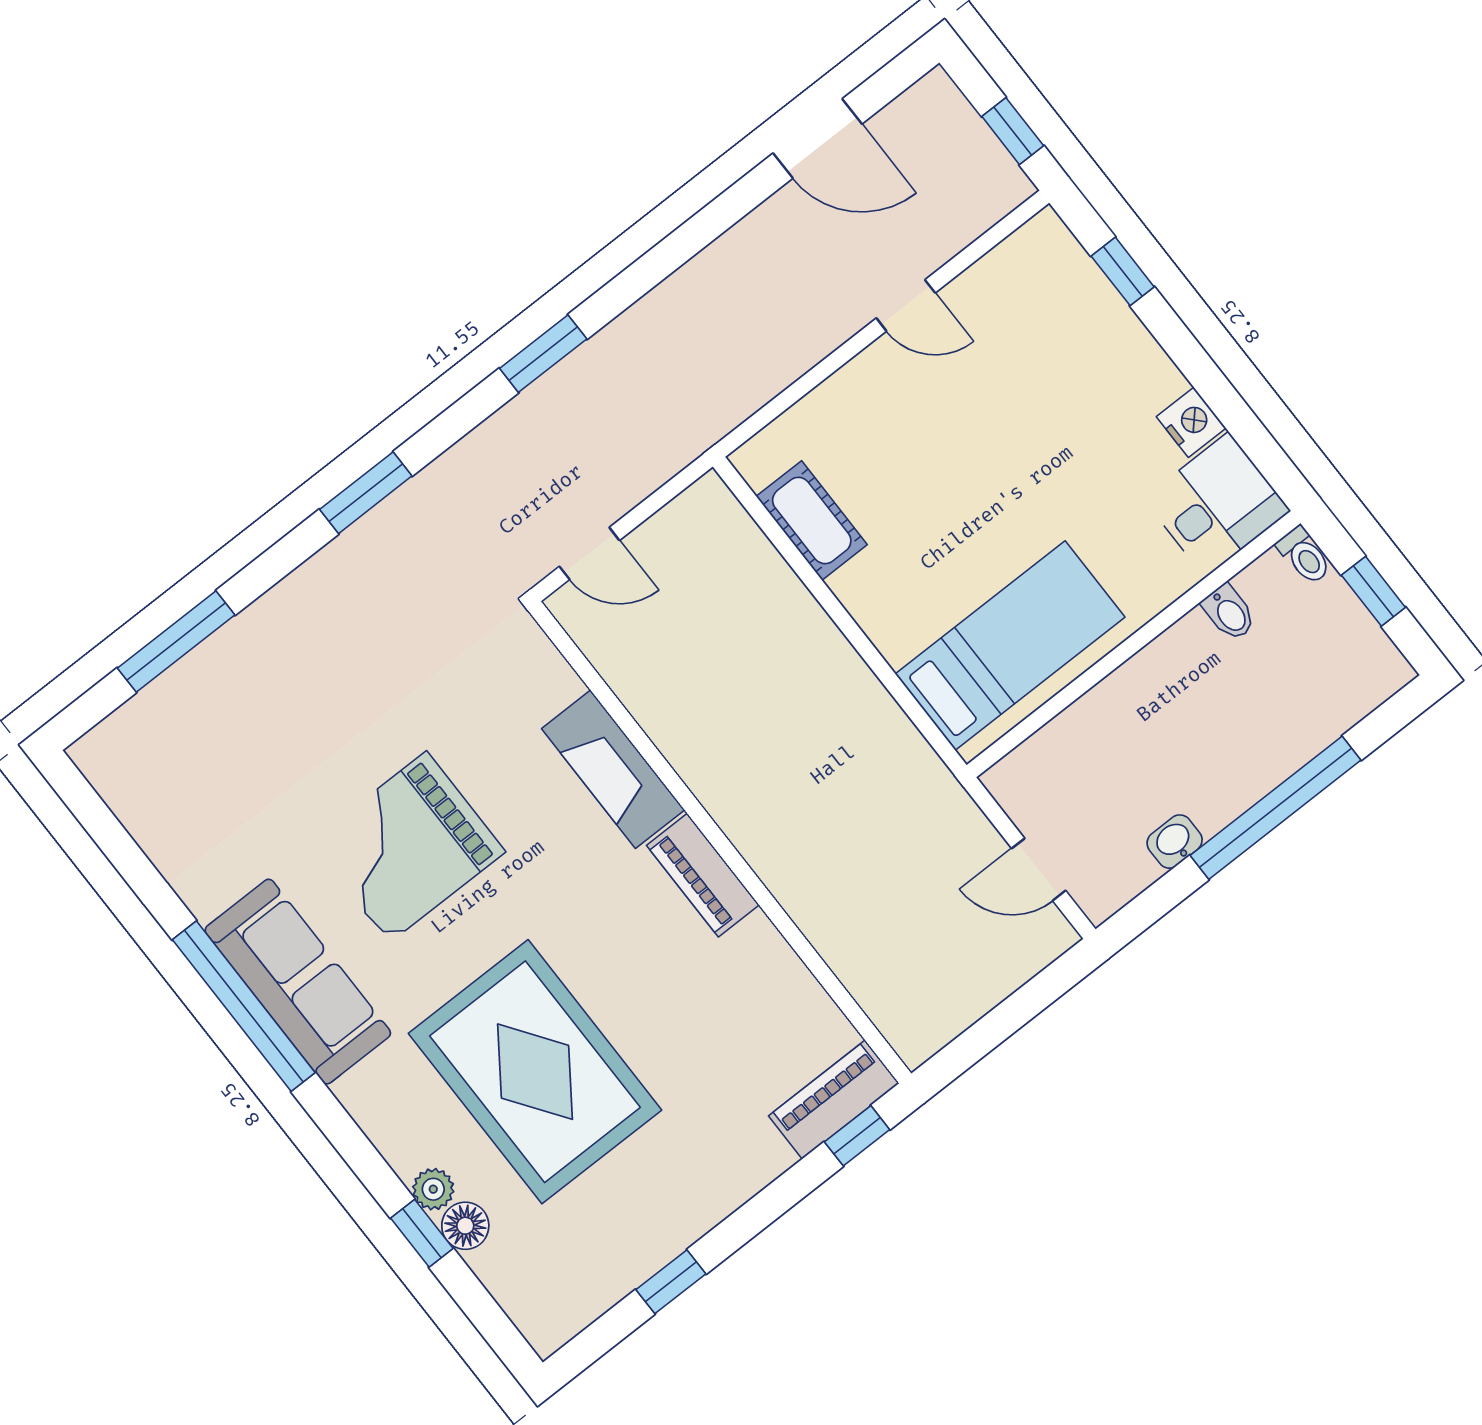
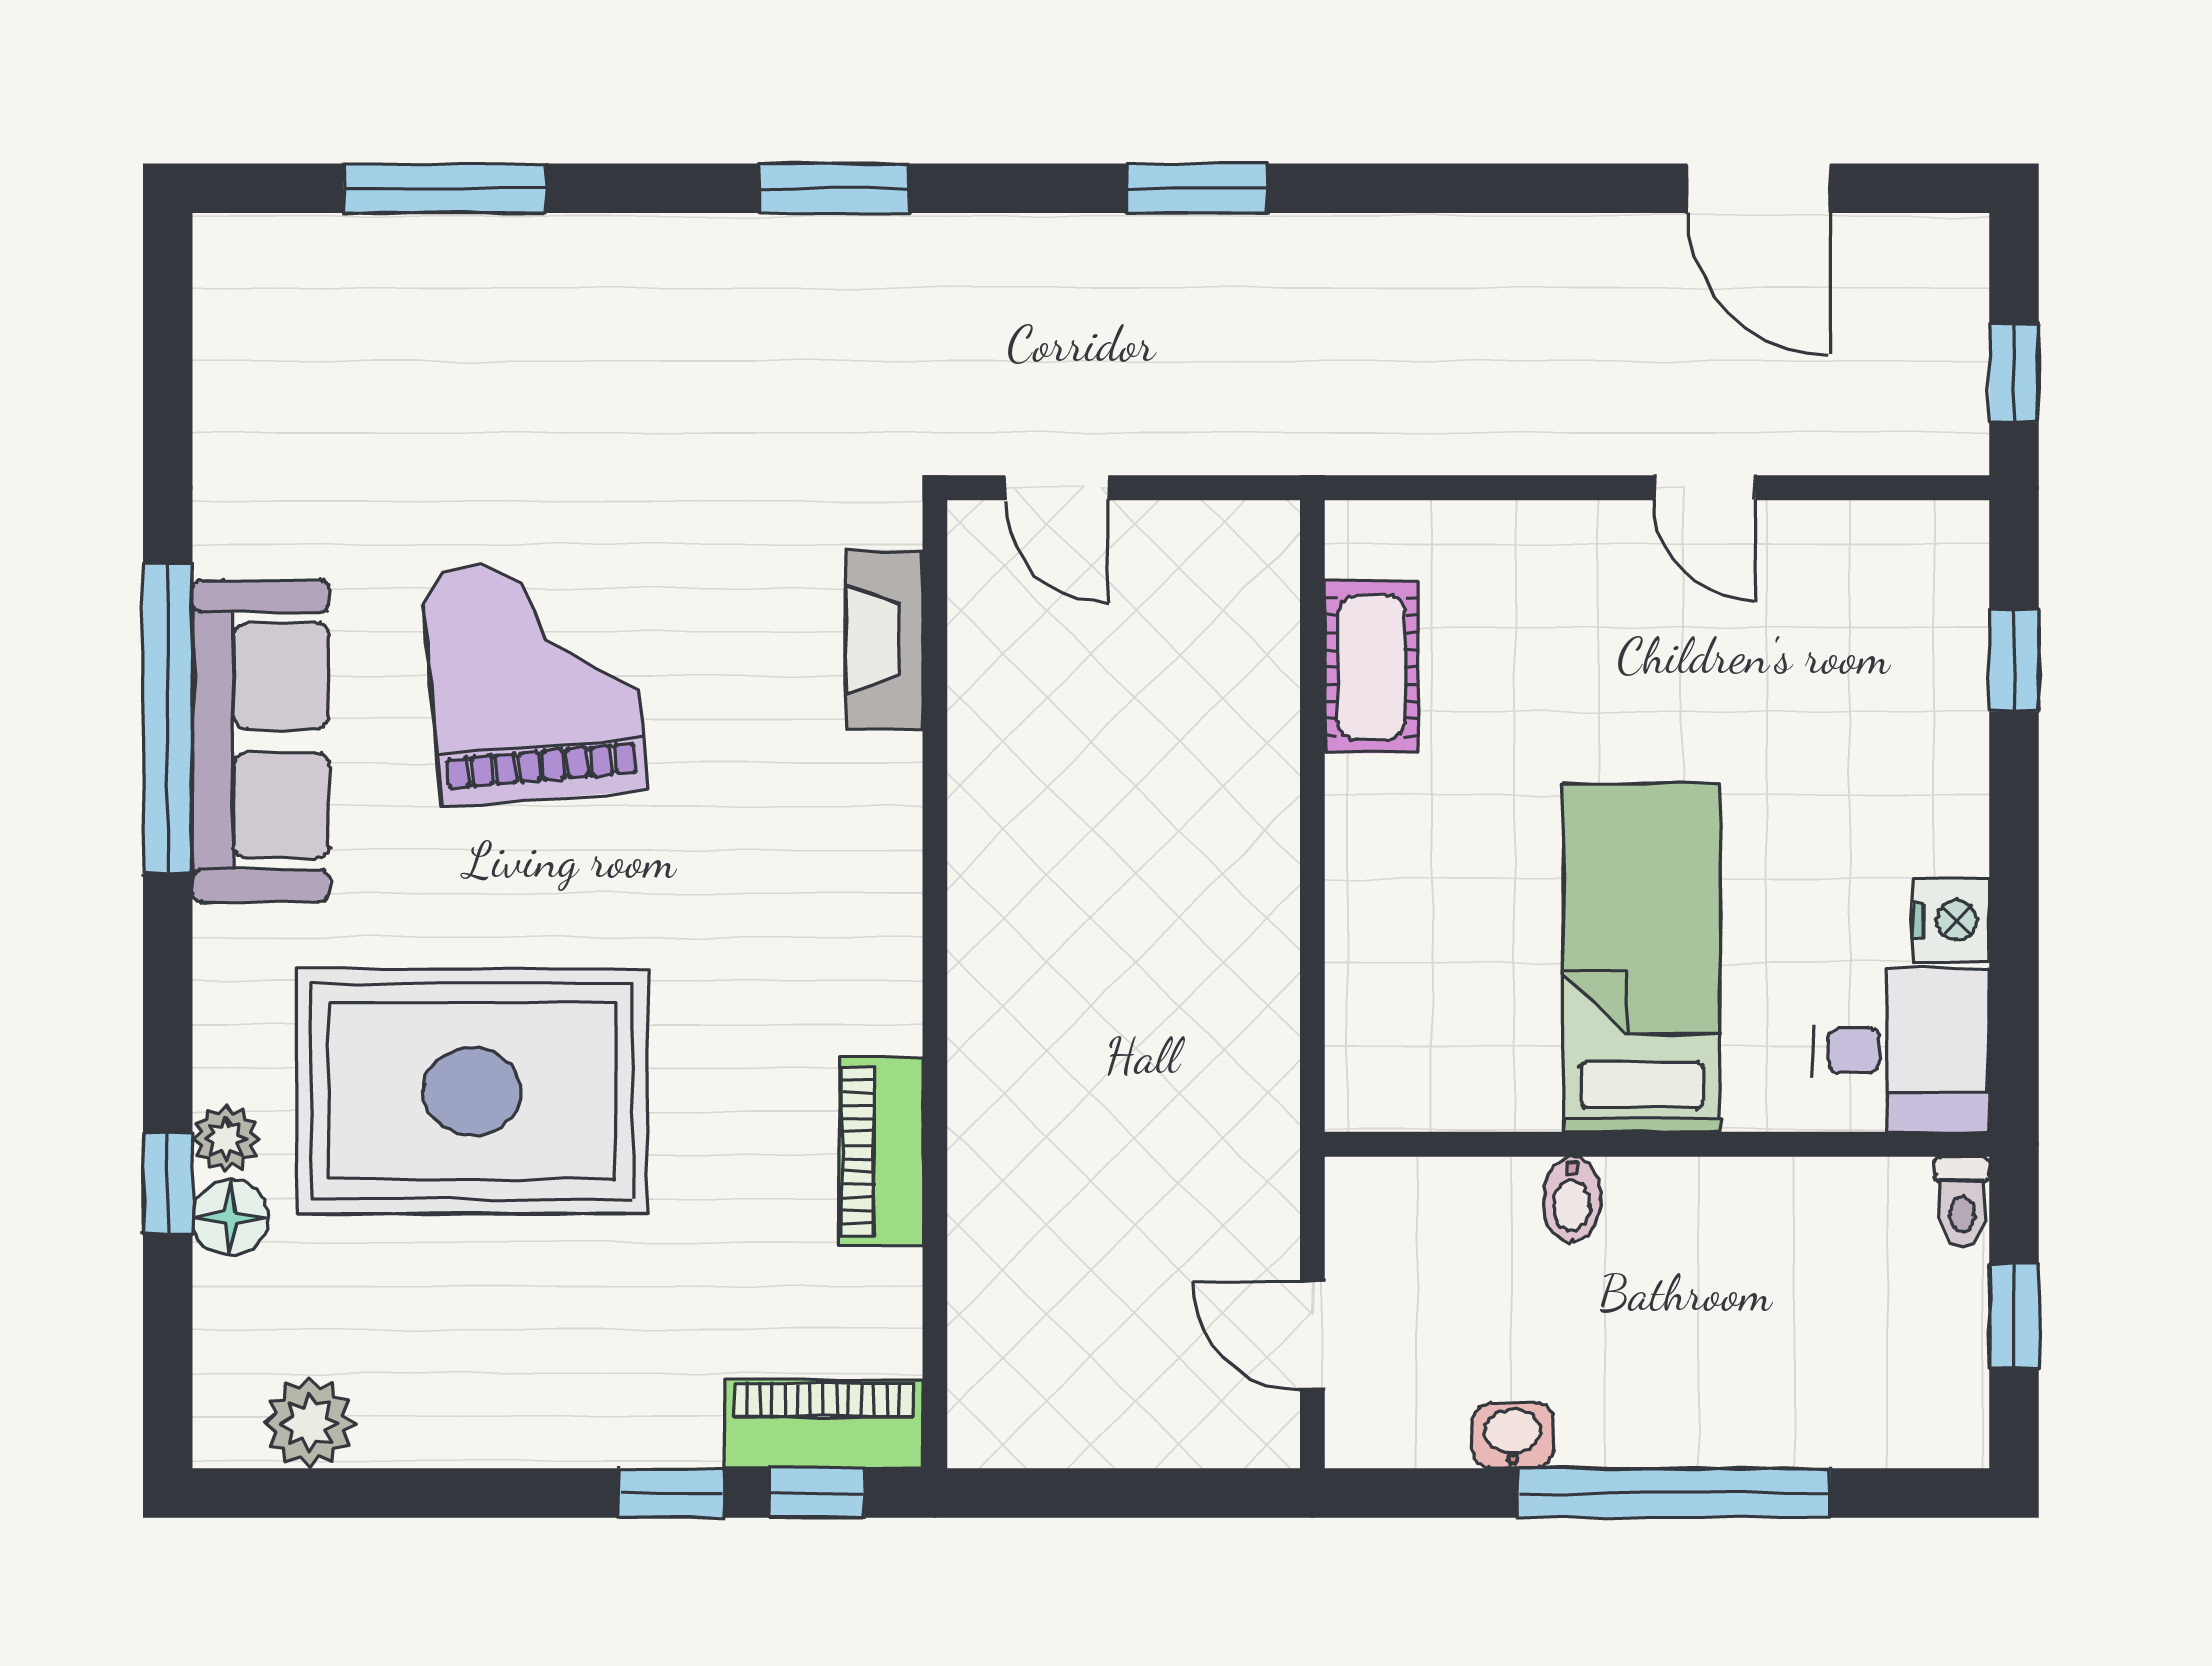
bidet: (1229, 612) -> (1572, 1199), moved
bed: (1010, 646) -> (1642, 958), moved, turned -90
fireplace: (613, 769) -> (884, 640), moved, width x0.73, depth x0.76
grand piano: (408, 847) -> (534, 680), turned 85
piano: (703, 875) -> (881, 1152), moved
rug: (535, 1072) -> (472, 1091), turned 90
window: (671, 1282) -> (671, 1493), moved
plant: (582, 1296) -> (309, 1423), added

